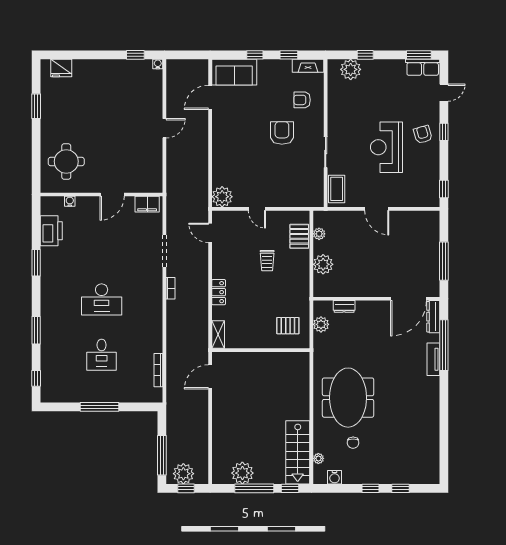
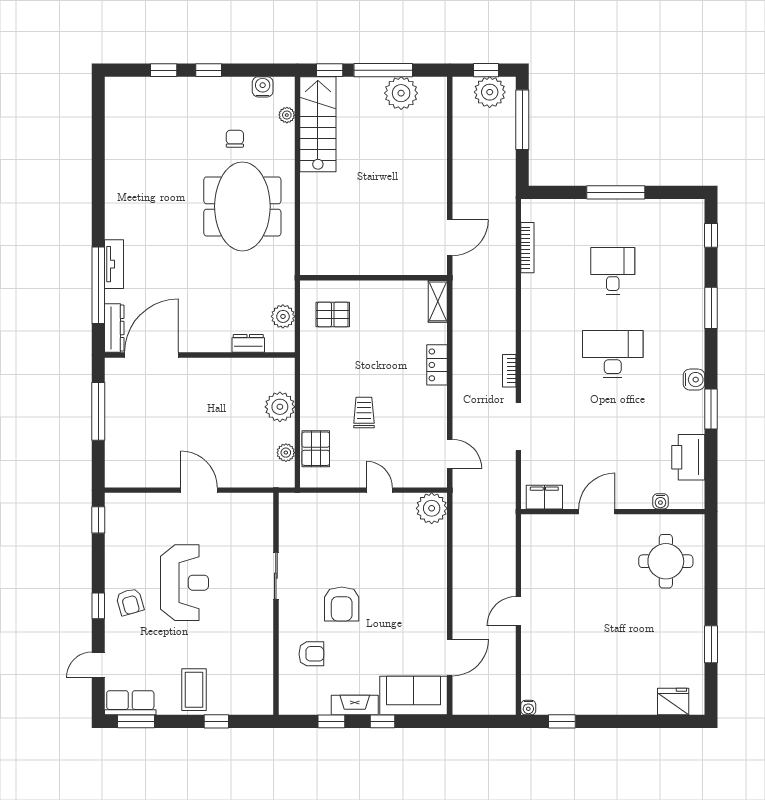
fireplace: (308, 66) -> (355, 705), moved
plant: (351, 69) -> (239, 699), removed
coffee table: (337, 189) -> (194, 690), moved
water cooler: (47, 282) -> (694, 380), added

